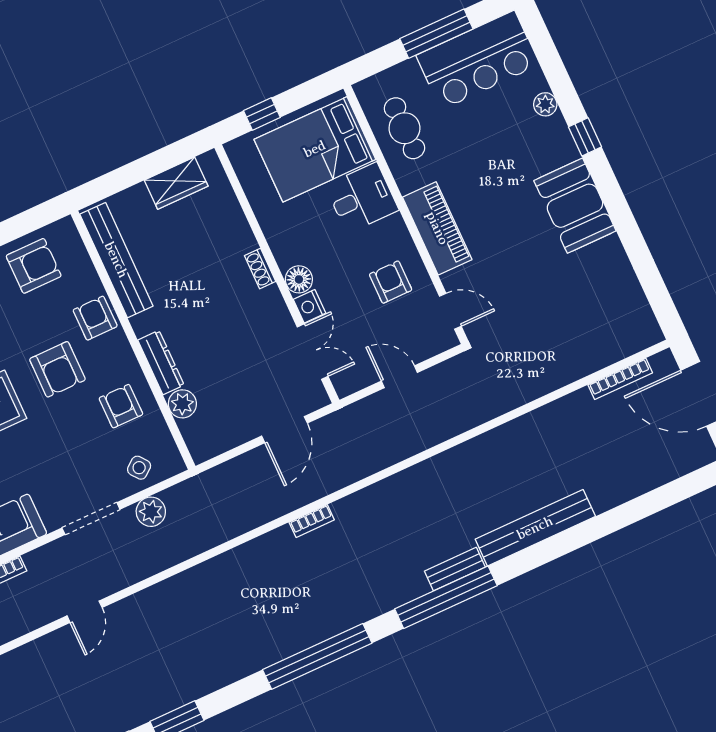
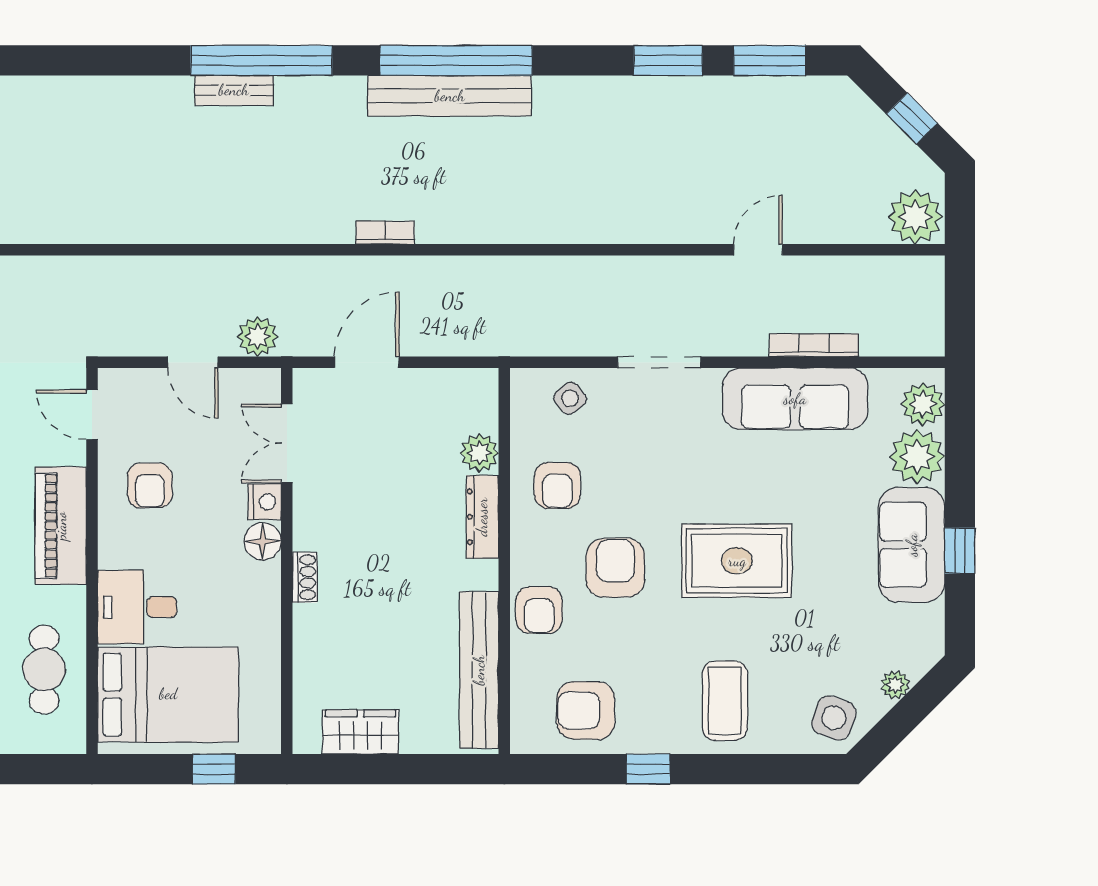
plant: (151, 512) -> (258, 337), moved
bench: (535, 528) -> (450, 96), moved
door: (85, 612) -> (758, 250), moved

